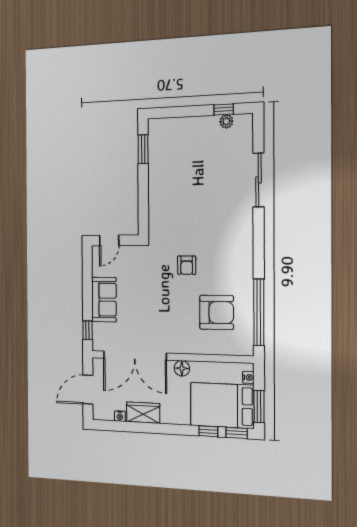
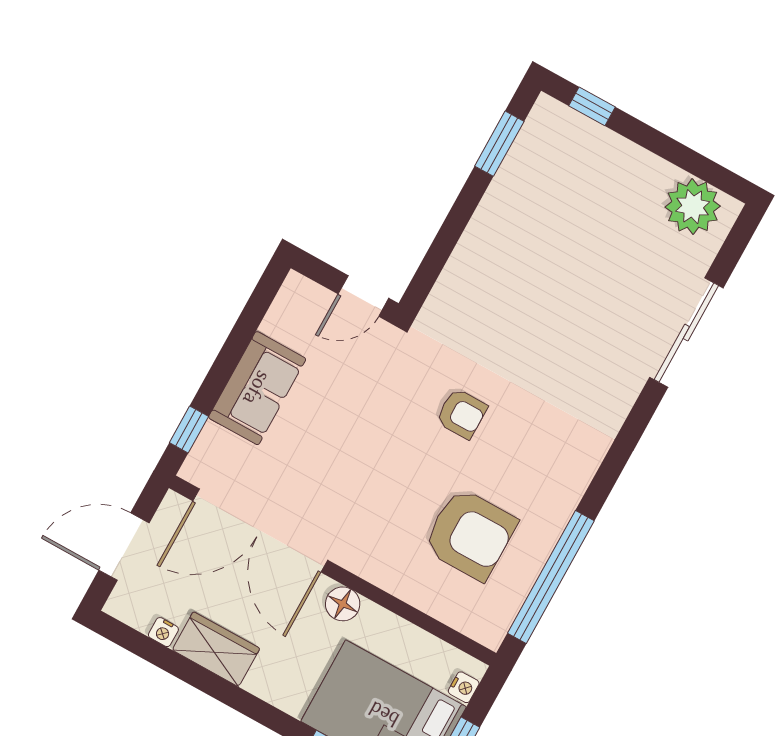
window: (224, 109) -> (592, 106), moved
plant: (226, 121) -> (693, 207), width x1.88, depth x1.88
door: (109, 240) -> (363, 296), moved
armchair: (187, 265) -> (462, 414), turned -90

